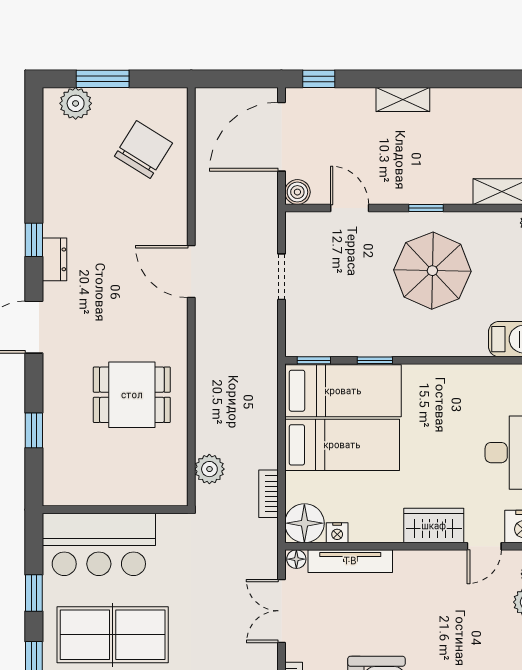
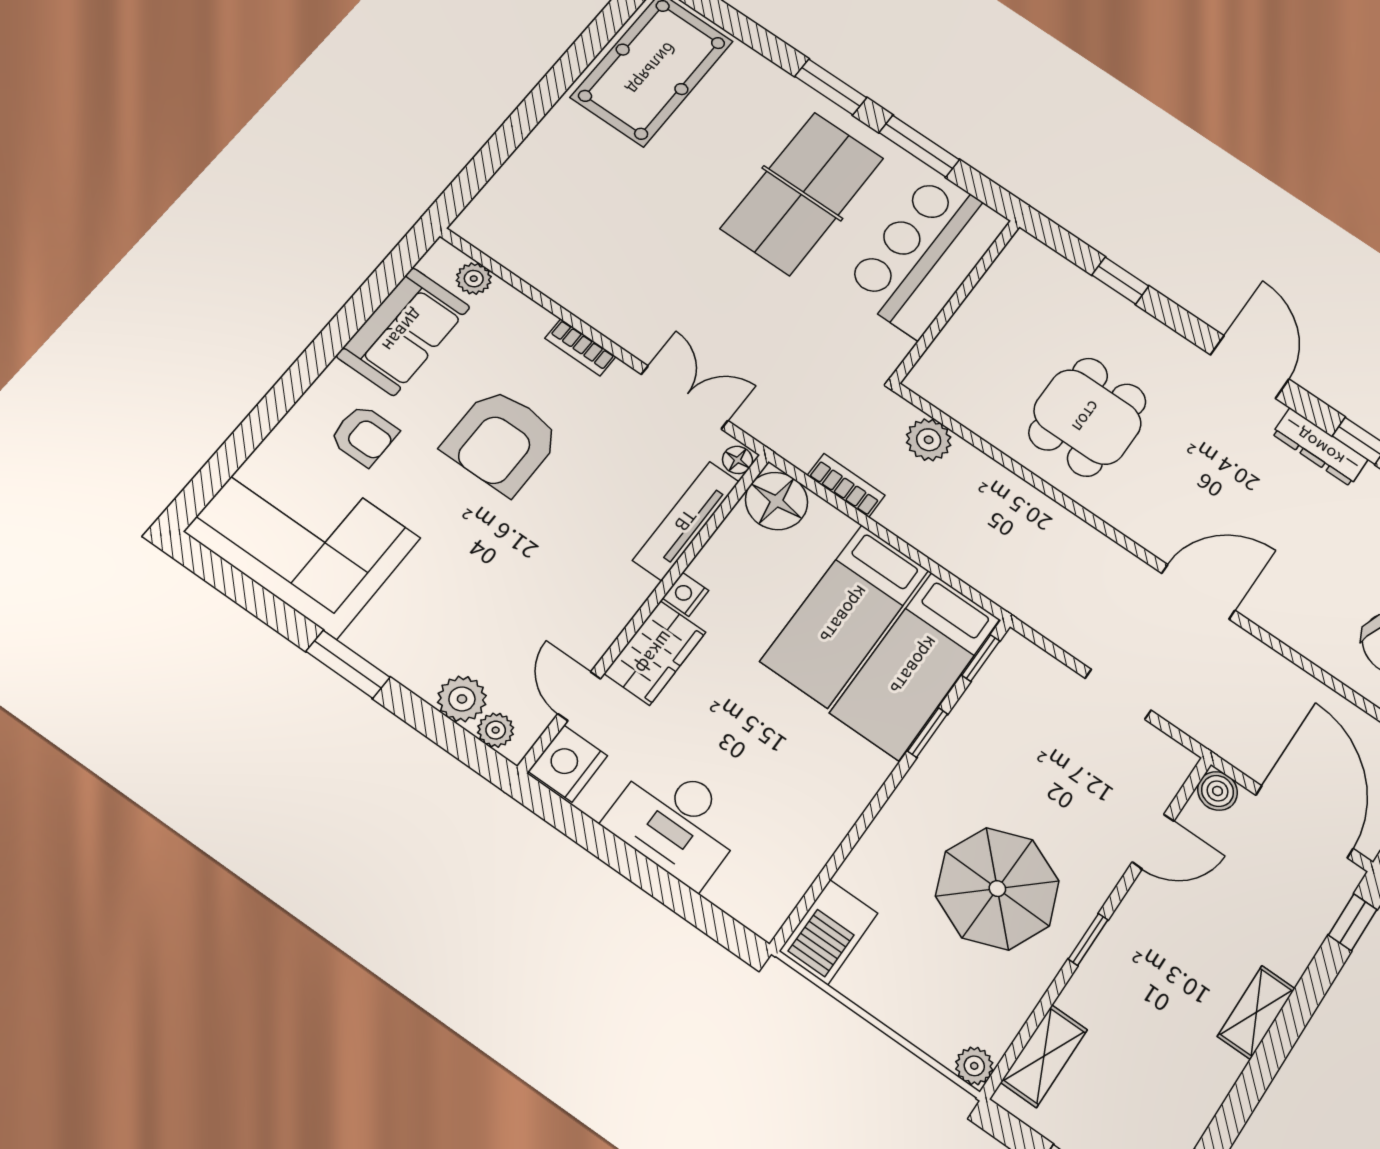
dresser: (54, 259) -> (1320, 447), width x1.44
nightstand: (337, 533) -> (686, 594), moved
window: (34, 593) -> (919, 146), width x1.50

